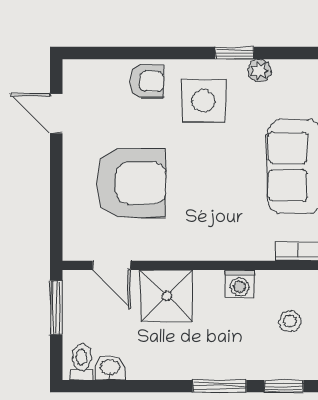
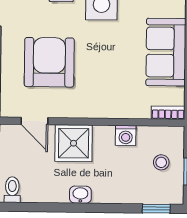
armchair: (131, 183) -> (49, 62), turned -90
washbasin: (110, 368) -> (80, 195), moved
window: (220, 386) -> (110, 208), removed

